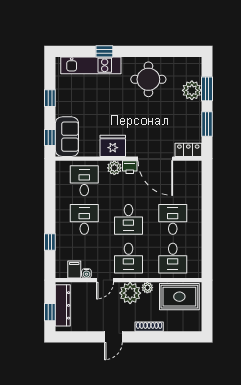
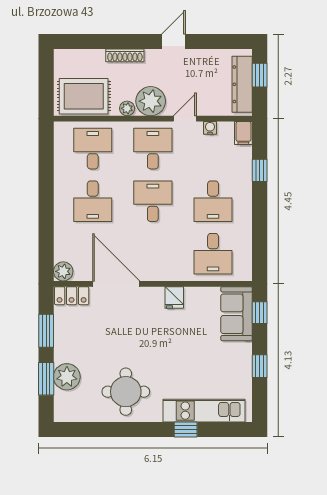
fridge: (113, 146) -> (174, 297), width x0.53, depth x0.75
printer: (130, 167) -> (151, 272), removed
plant: (114, 168) -> (63, 271), moved
filing cabinet: (74, 270) -> (243, 133), moved

